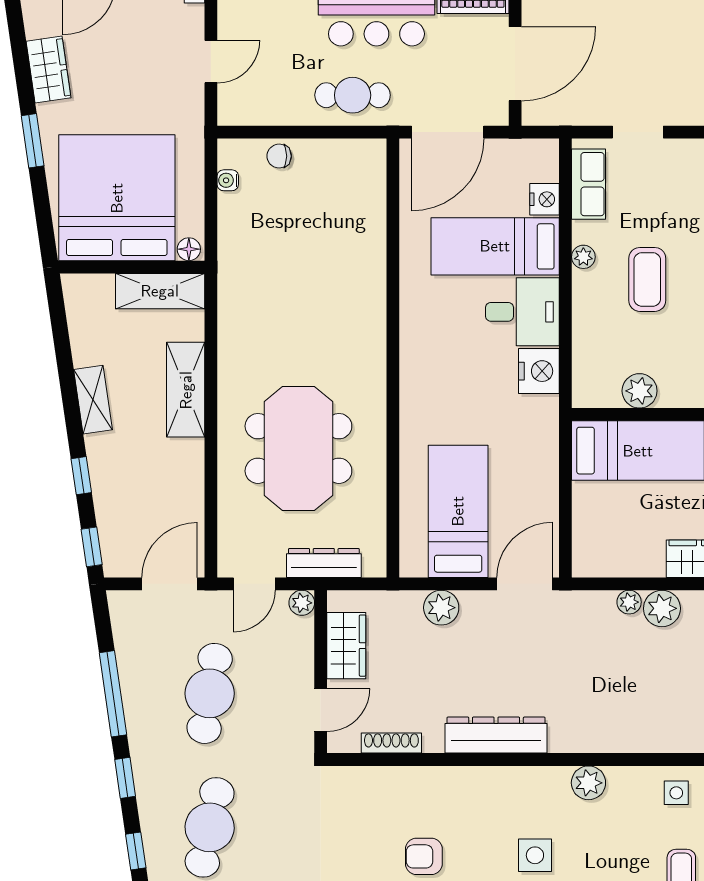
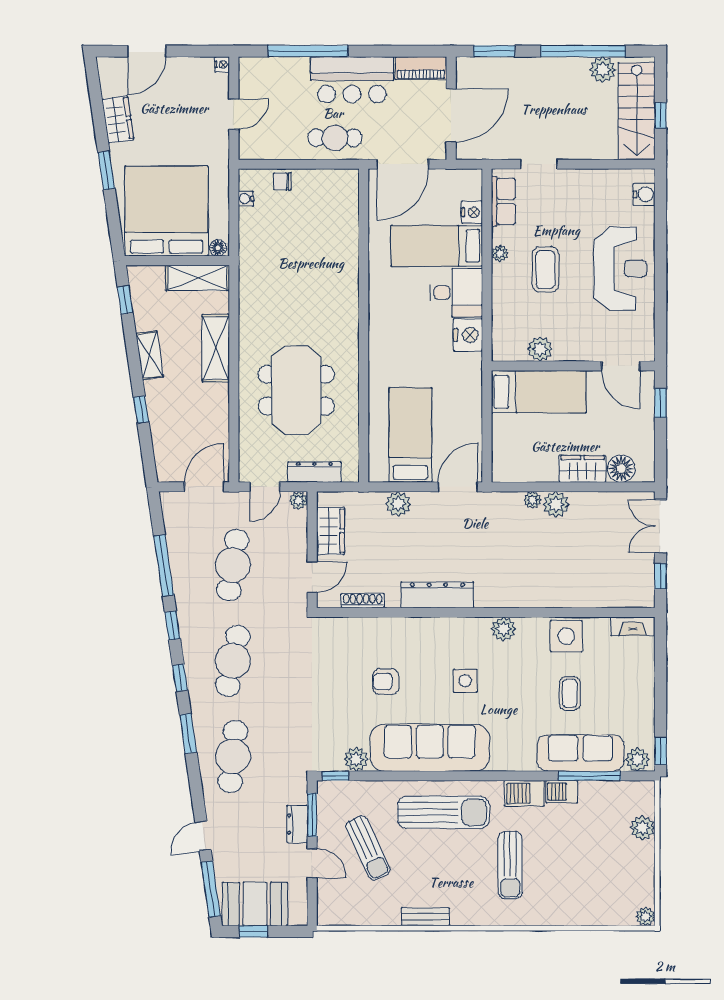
window: (92, 547) -> (125, 300), moved
side table: (676, 793) -> (566, 636), width x1.87, depth x1.87

